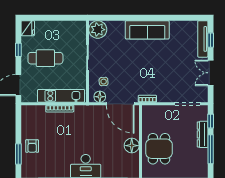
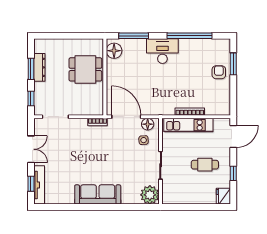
cafe table: (45, 58) -> (205, 165), width x0.73, depth x0.74
dresser: (203, 134) -> (39, 67), moved
floor lamp: (132, 146) -> (114, 51), moved
dining table: (159, 149) -> (85, 69), turned 90
window: (211, 149) -> (31, 69), width x0.69

